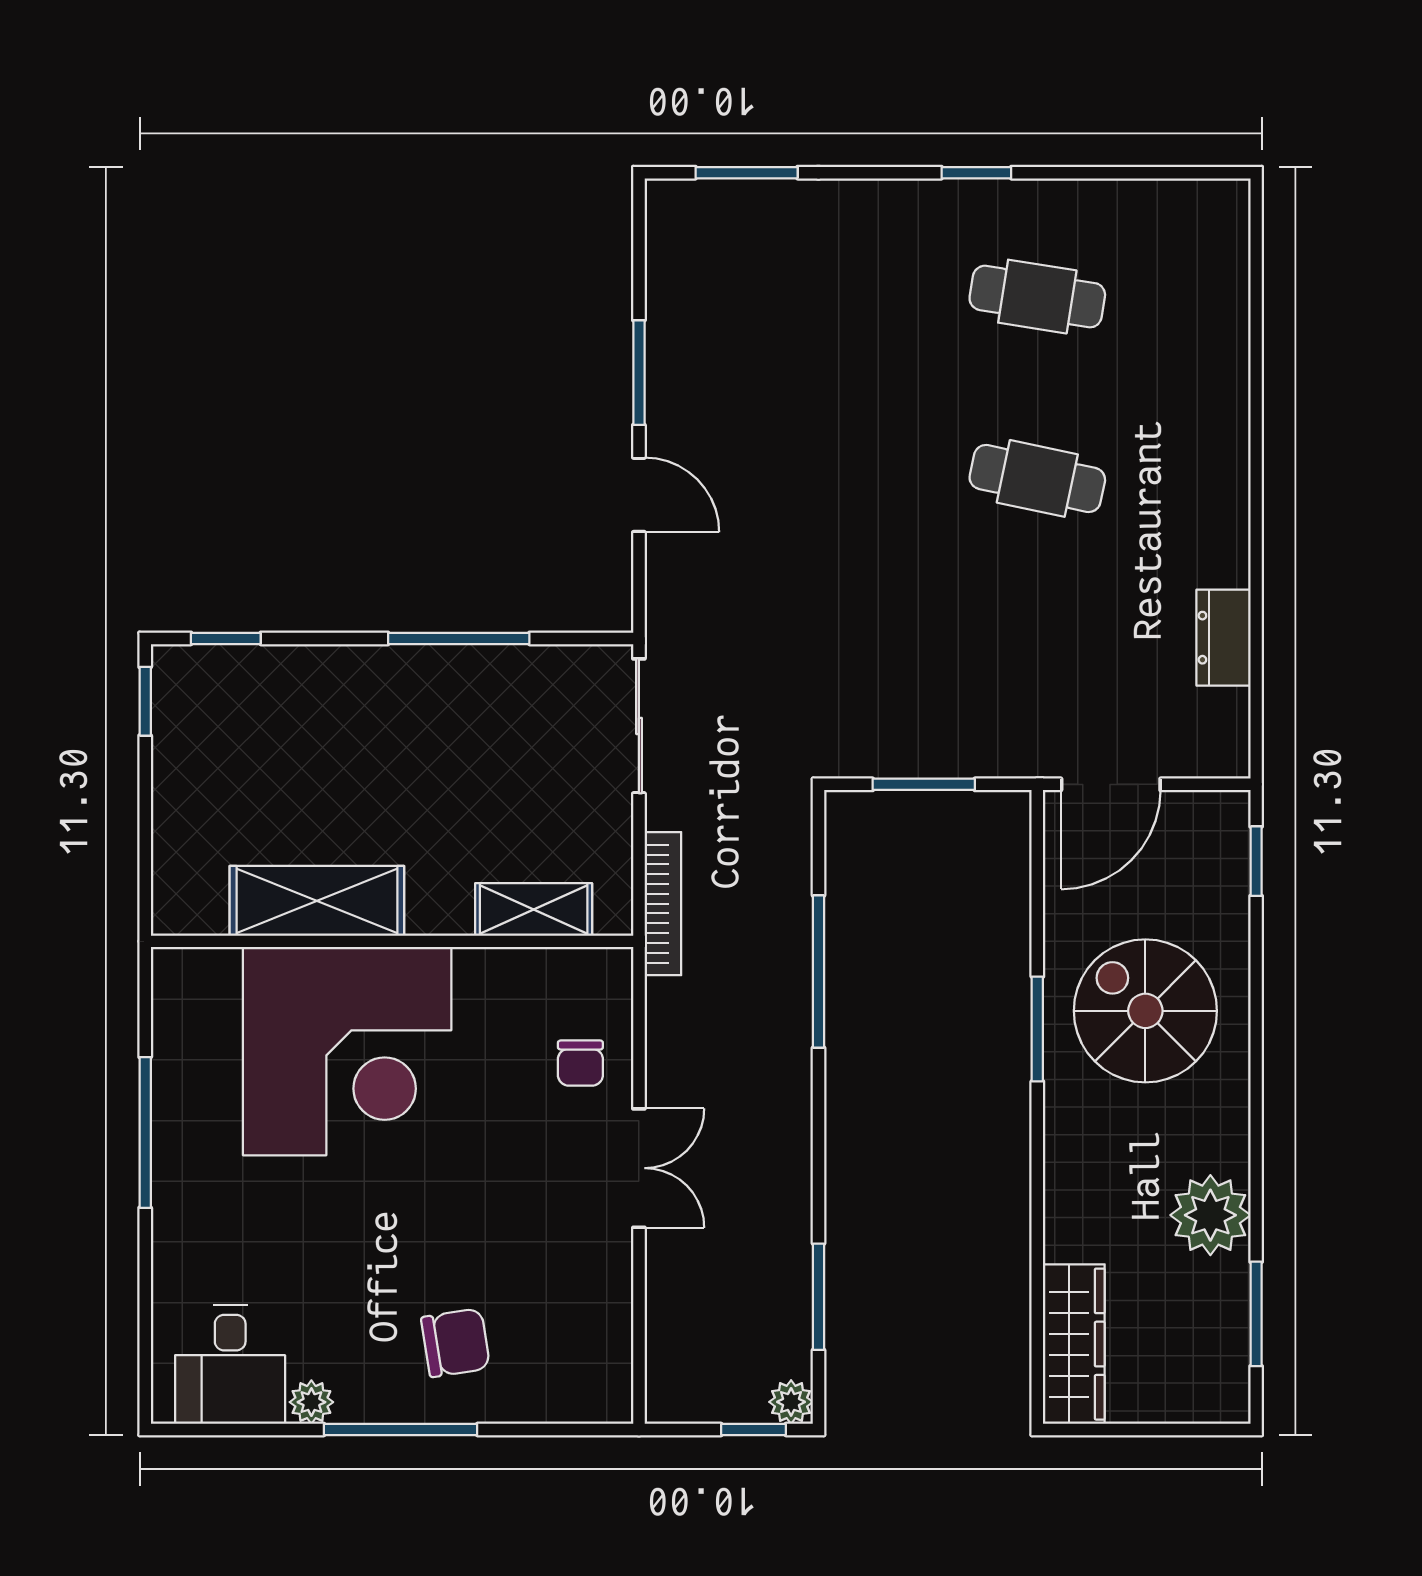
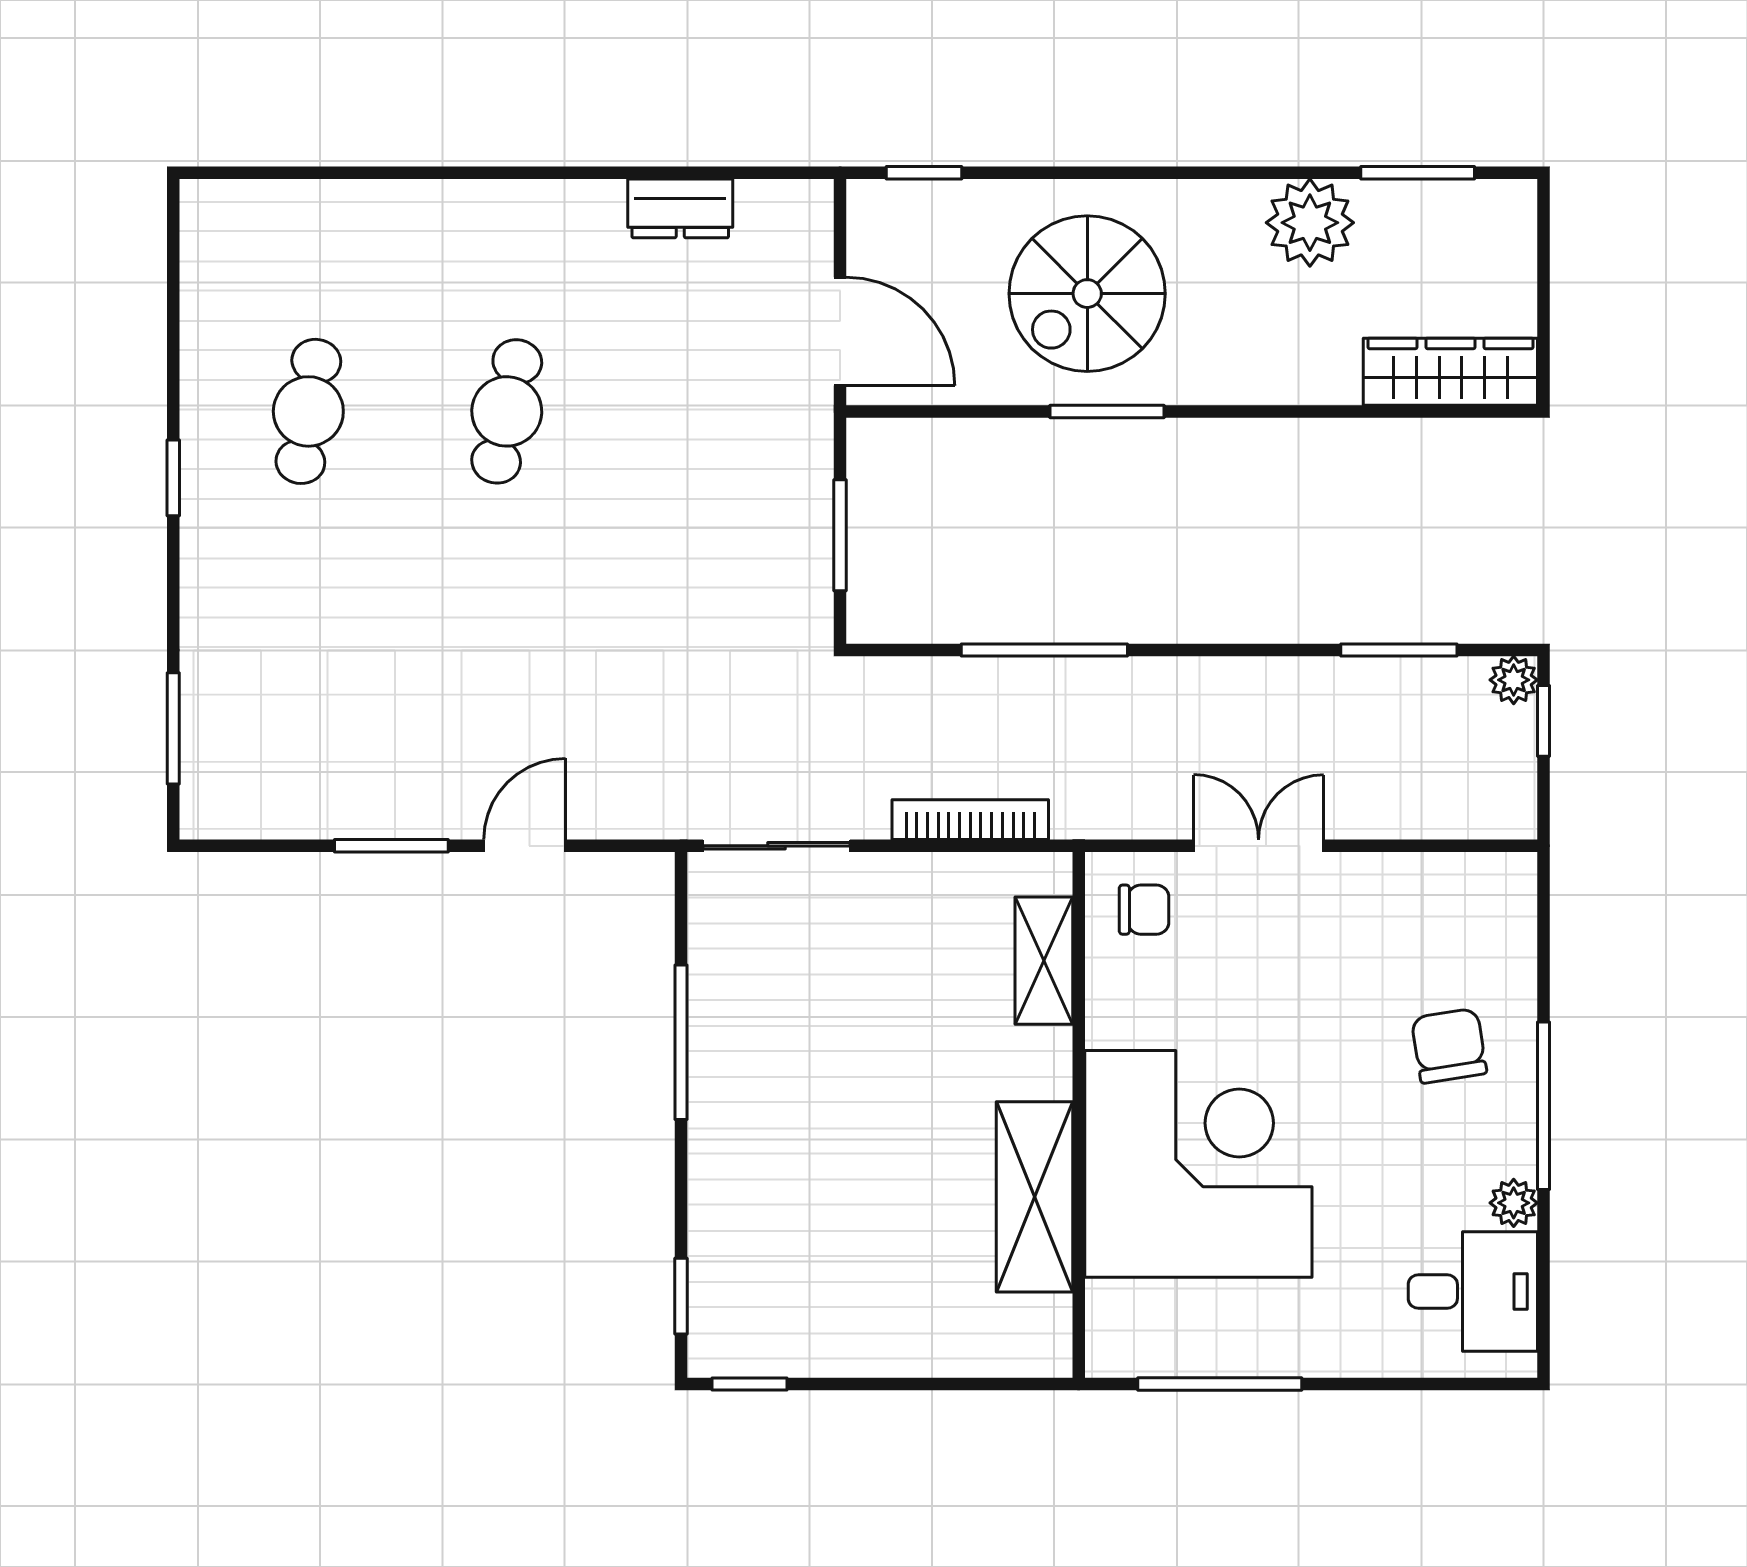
shelving: (317, 901) -> (1034, 1197), moved
shelving: (534, 909) -> (1044, 961), moved
wall: (392, 941) -> (1079, 1115), moved
corner desk: (347, 1051) -> (1198, 1164), moved

